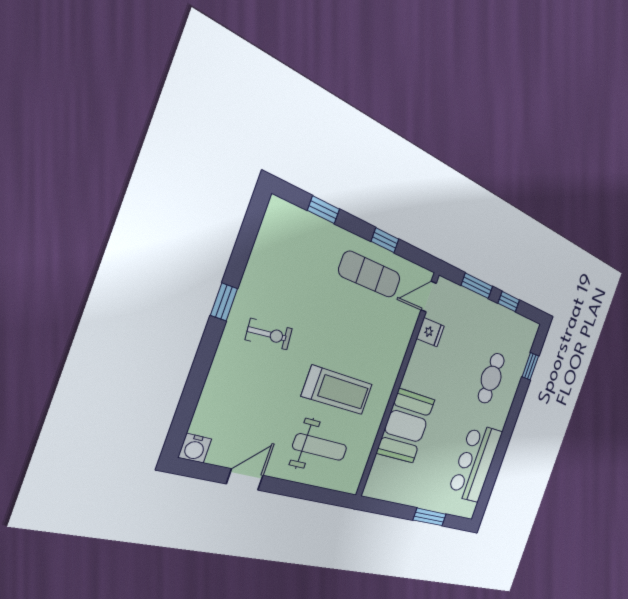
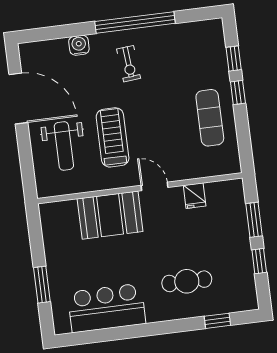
window: (385, 240) -> (238, 93), moved
door: (429, 297) -> (155, 186), moved
window: (224, 302) -> (135, 22), width x3.17
treadmill: (337, 390) -> (113, 137), turned 180
water cooler: (195, 448) -> (79, 45), moved, turned 90
door: (245, 480) -> (18, 99), width x1.88

